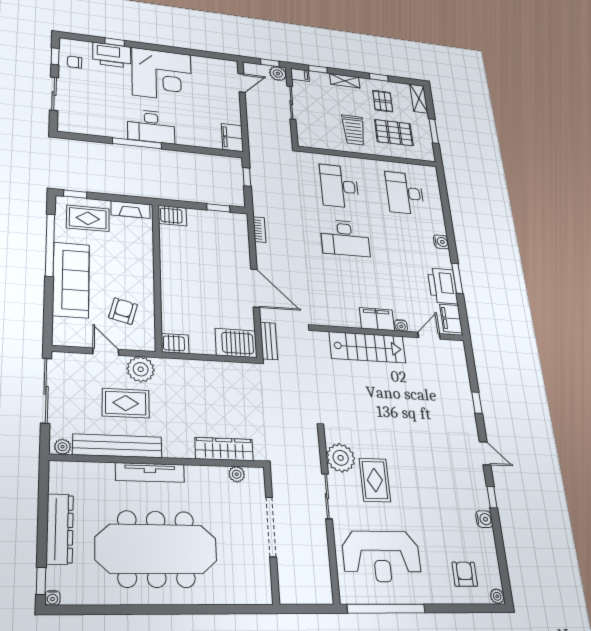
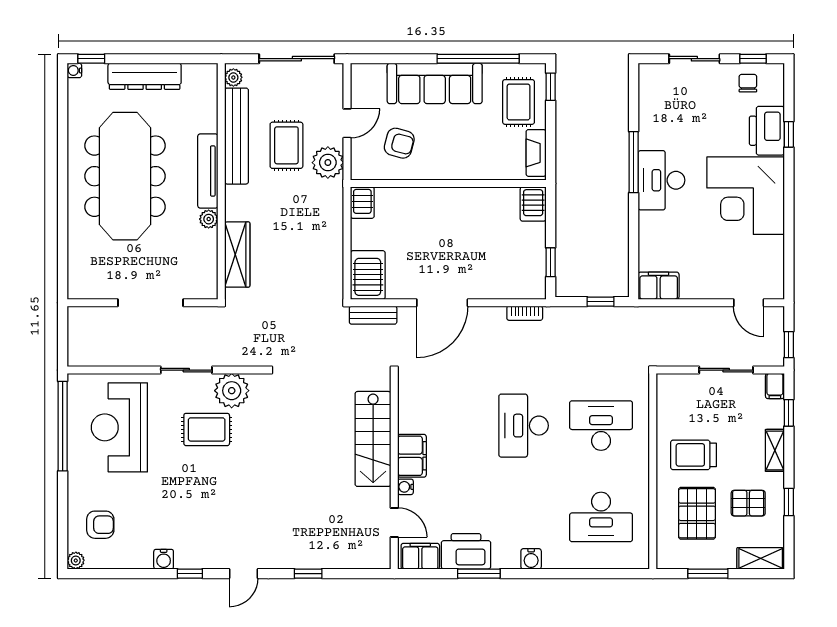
plant: (278, 73) -> (772, 355), removed
desk: (405, 193) -> (601, 517), turned 180
plant: (237, 474) -> (209, 219), moved

